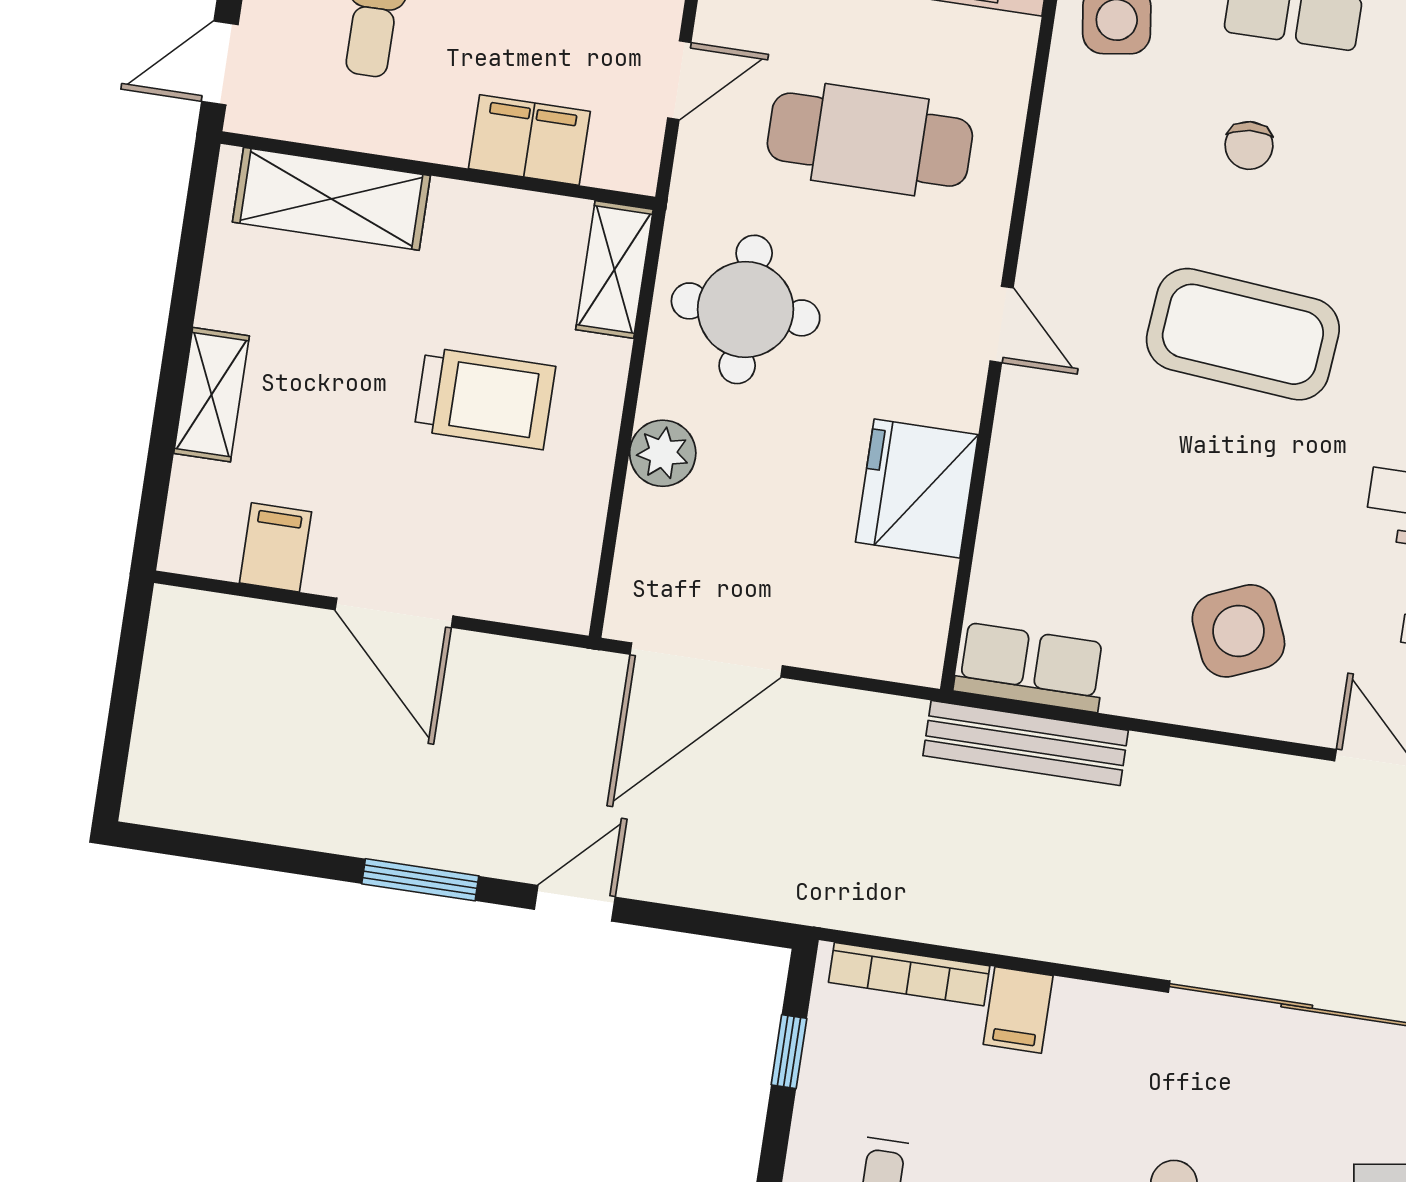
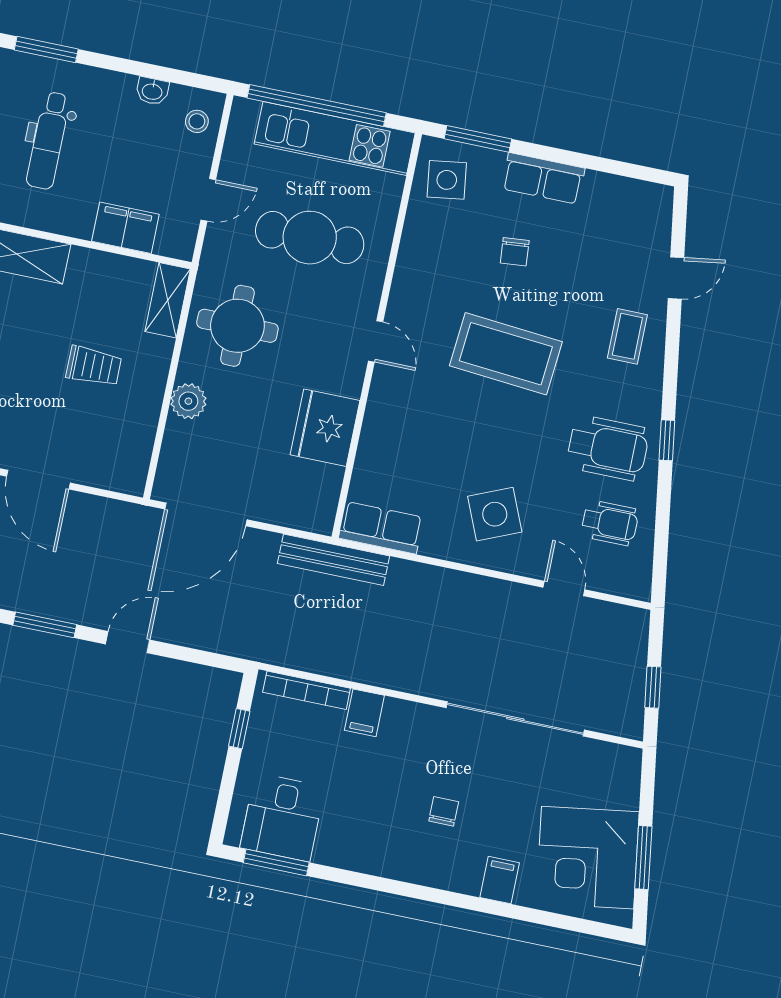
trolley: (485, 398) -> (94, 366), width x0.73, depth x0.72
bench: (1026, 743) -> (334, 560), moved

